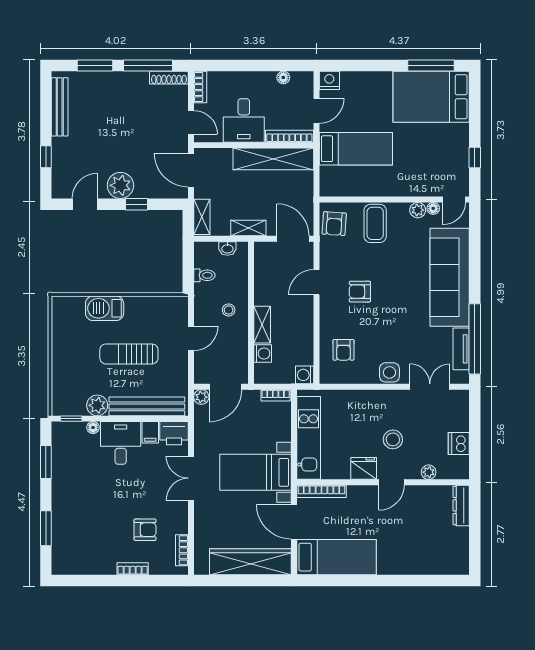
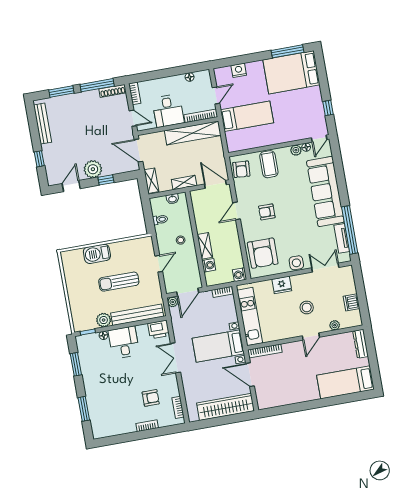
nightstand: (329, 80) -> (239, 70), moved
armchair: (343, 350) -> (263, 253), width x1.88, depth x1.88
filing cabinet: (150, 432) -> (142, 332), removed
fridge: (364, 468) -> (282, 285), moved, turned 180
bed: (336, 557) -> (345, 382), moved, turned 180

